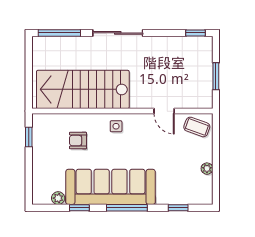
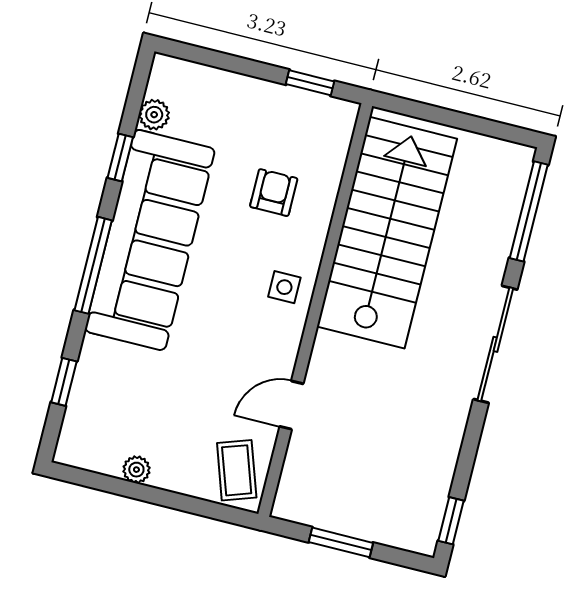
coffee table: (197, 127) -> (237, 470), turned -39

